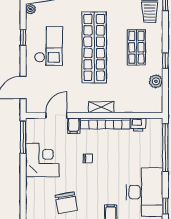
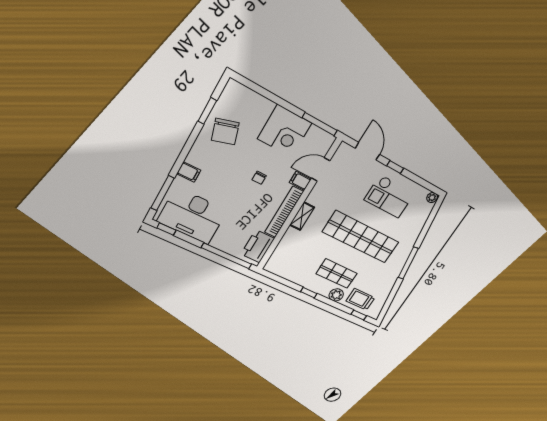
window: (23, 38) -> (395, 167), moved
plant: (156, 81) -> (336, 295), moved
door: (56, 115) -> (321, 169), swing flipped
printer: (138, 124) -> (258, 246), width x1.87, depth x1.48
chair: (66, 203) -> (225, 132), turned -97

